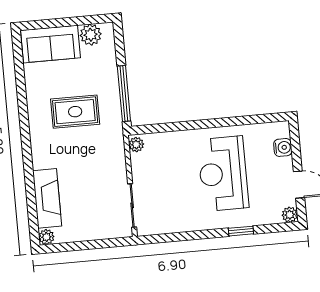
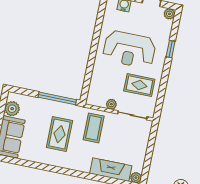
plant: (136, 145) -> (111, 104), moved
coffee table: (98, 157) -> (94, 128), added
rug: (177, 203) -> (139, 85), added

